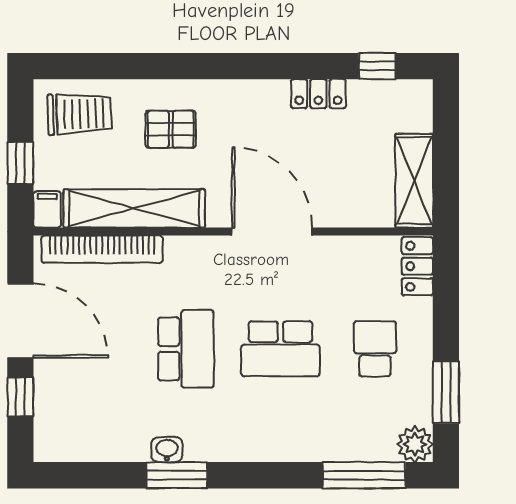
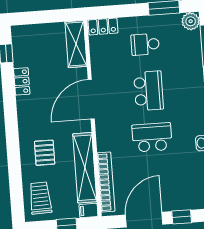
shelving: (414, 181) -> (76, 44), moved, turned 90

